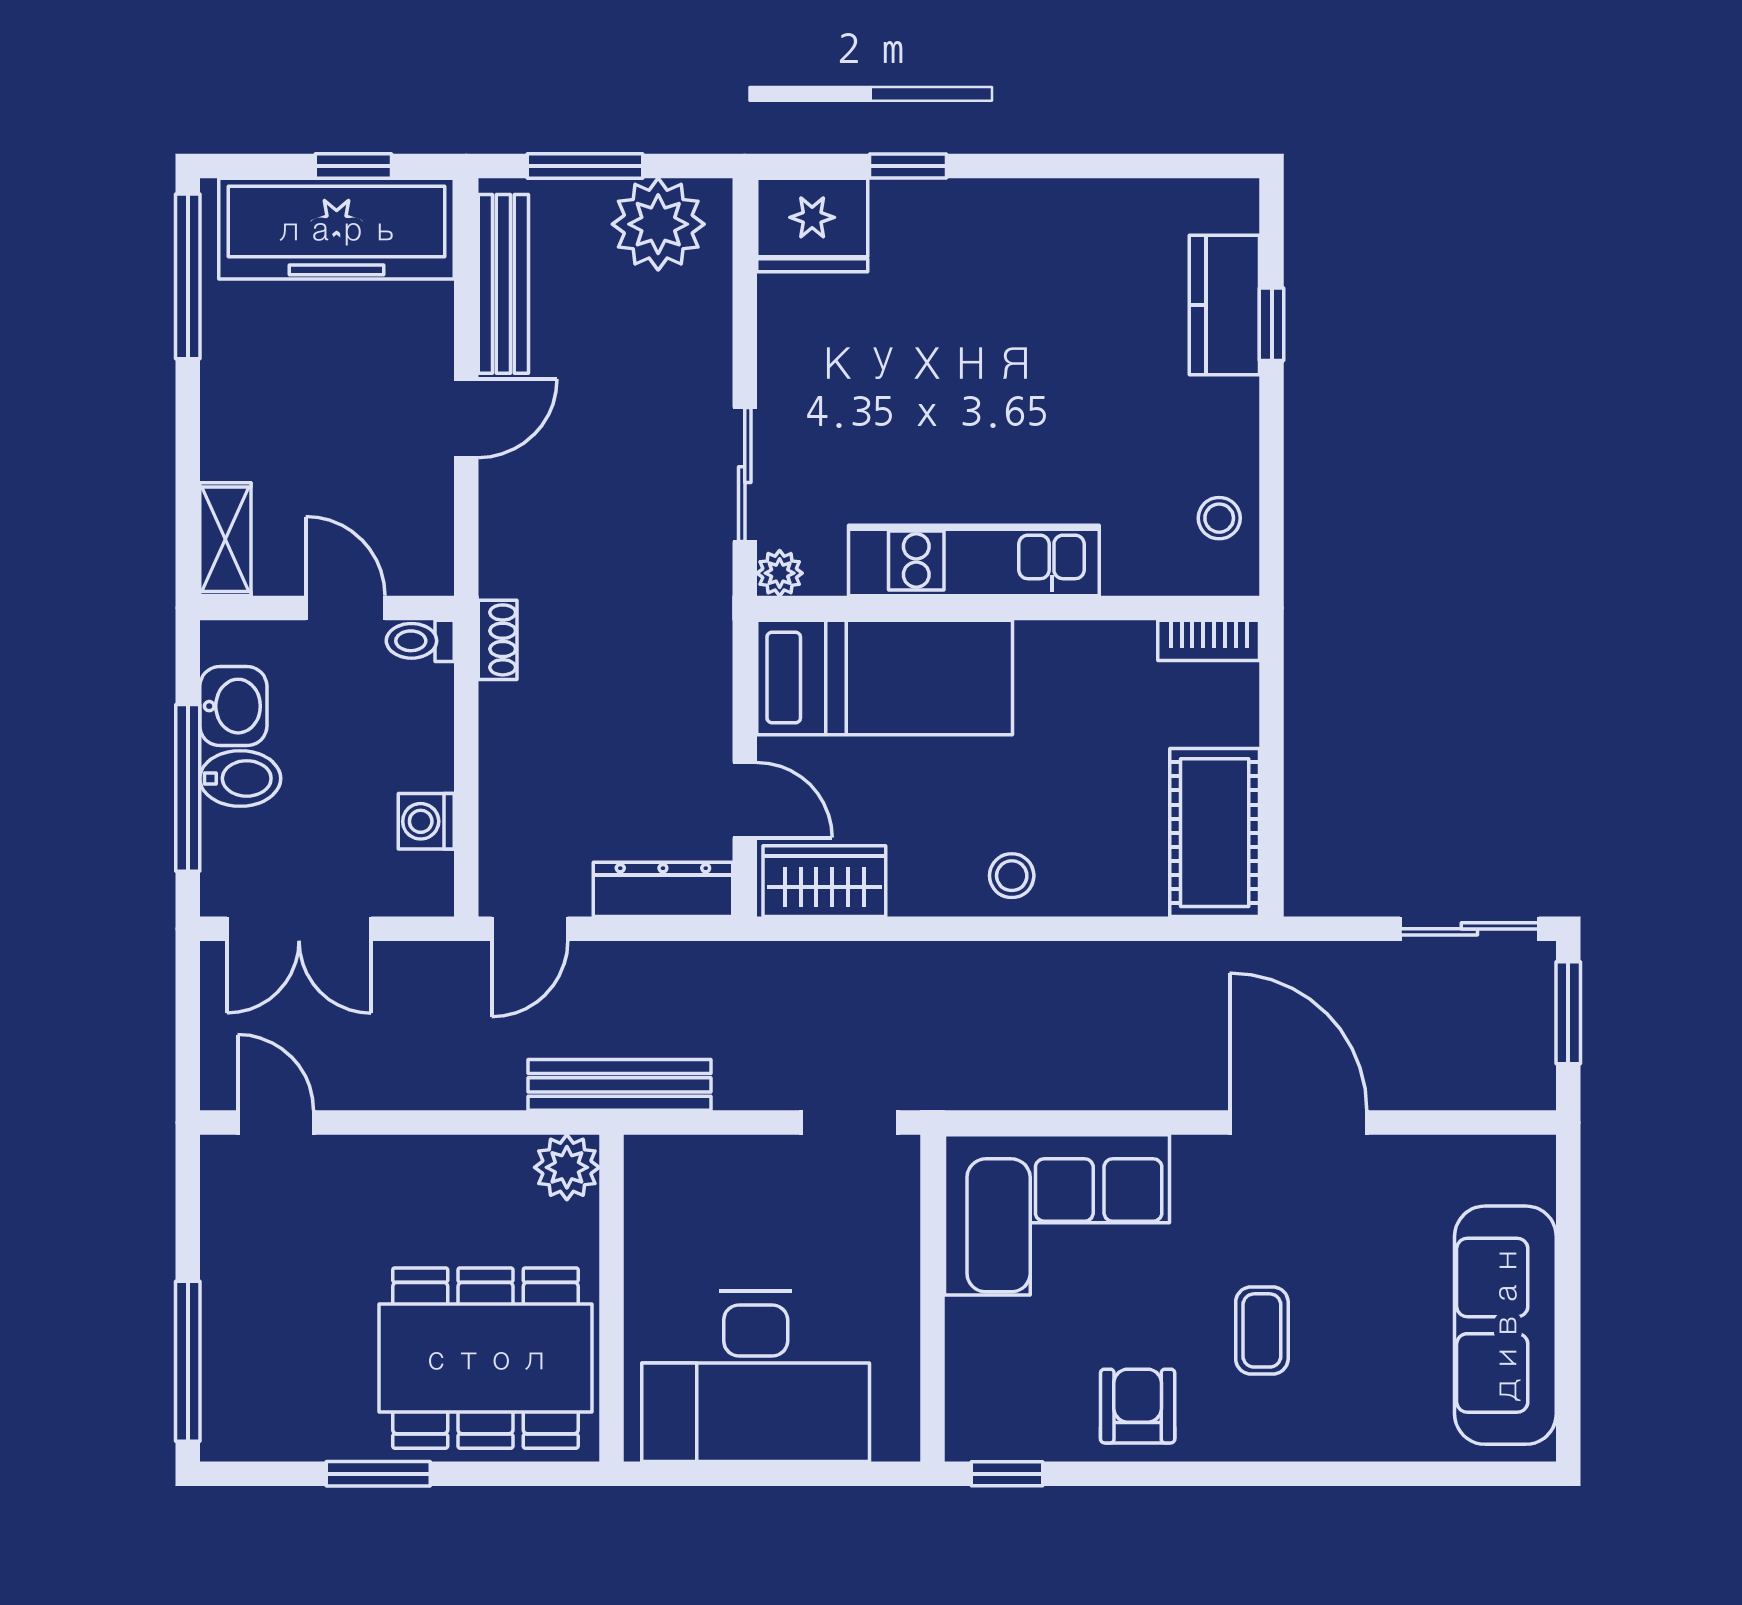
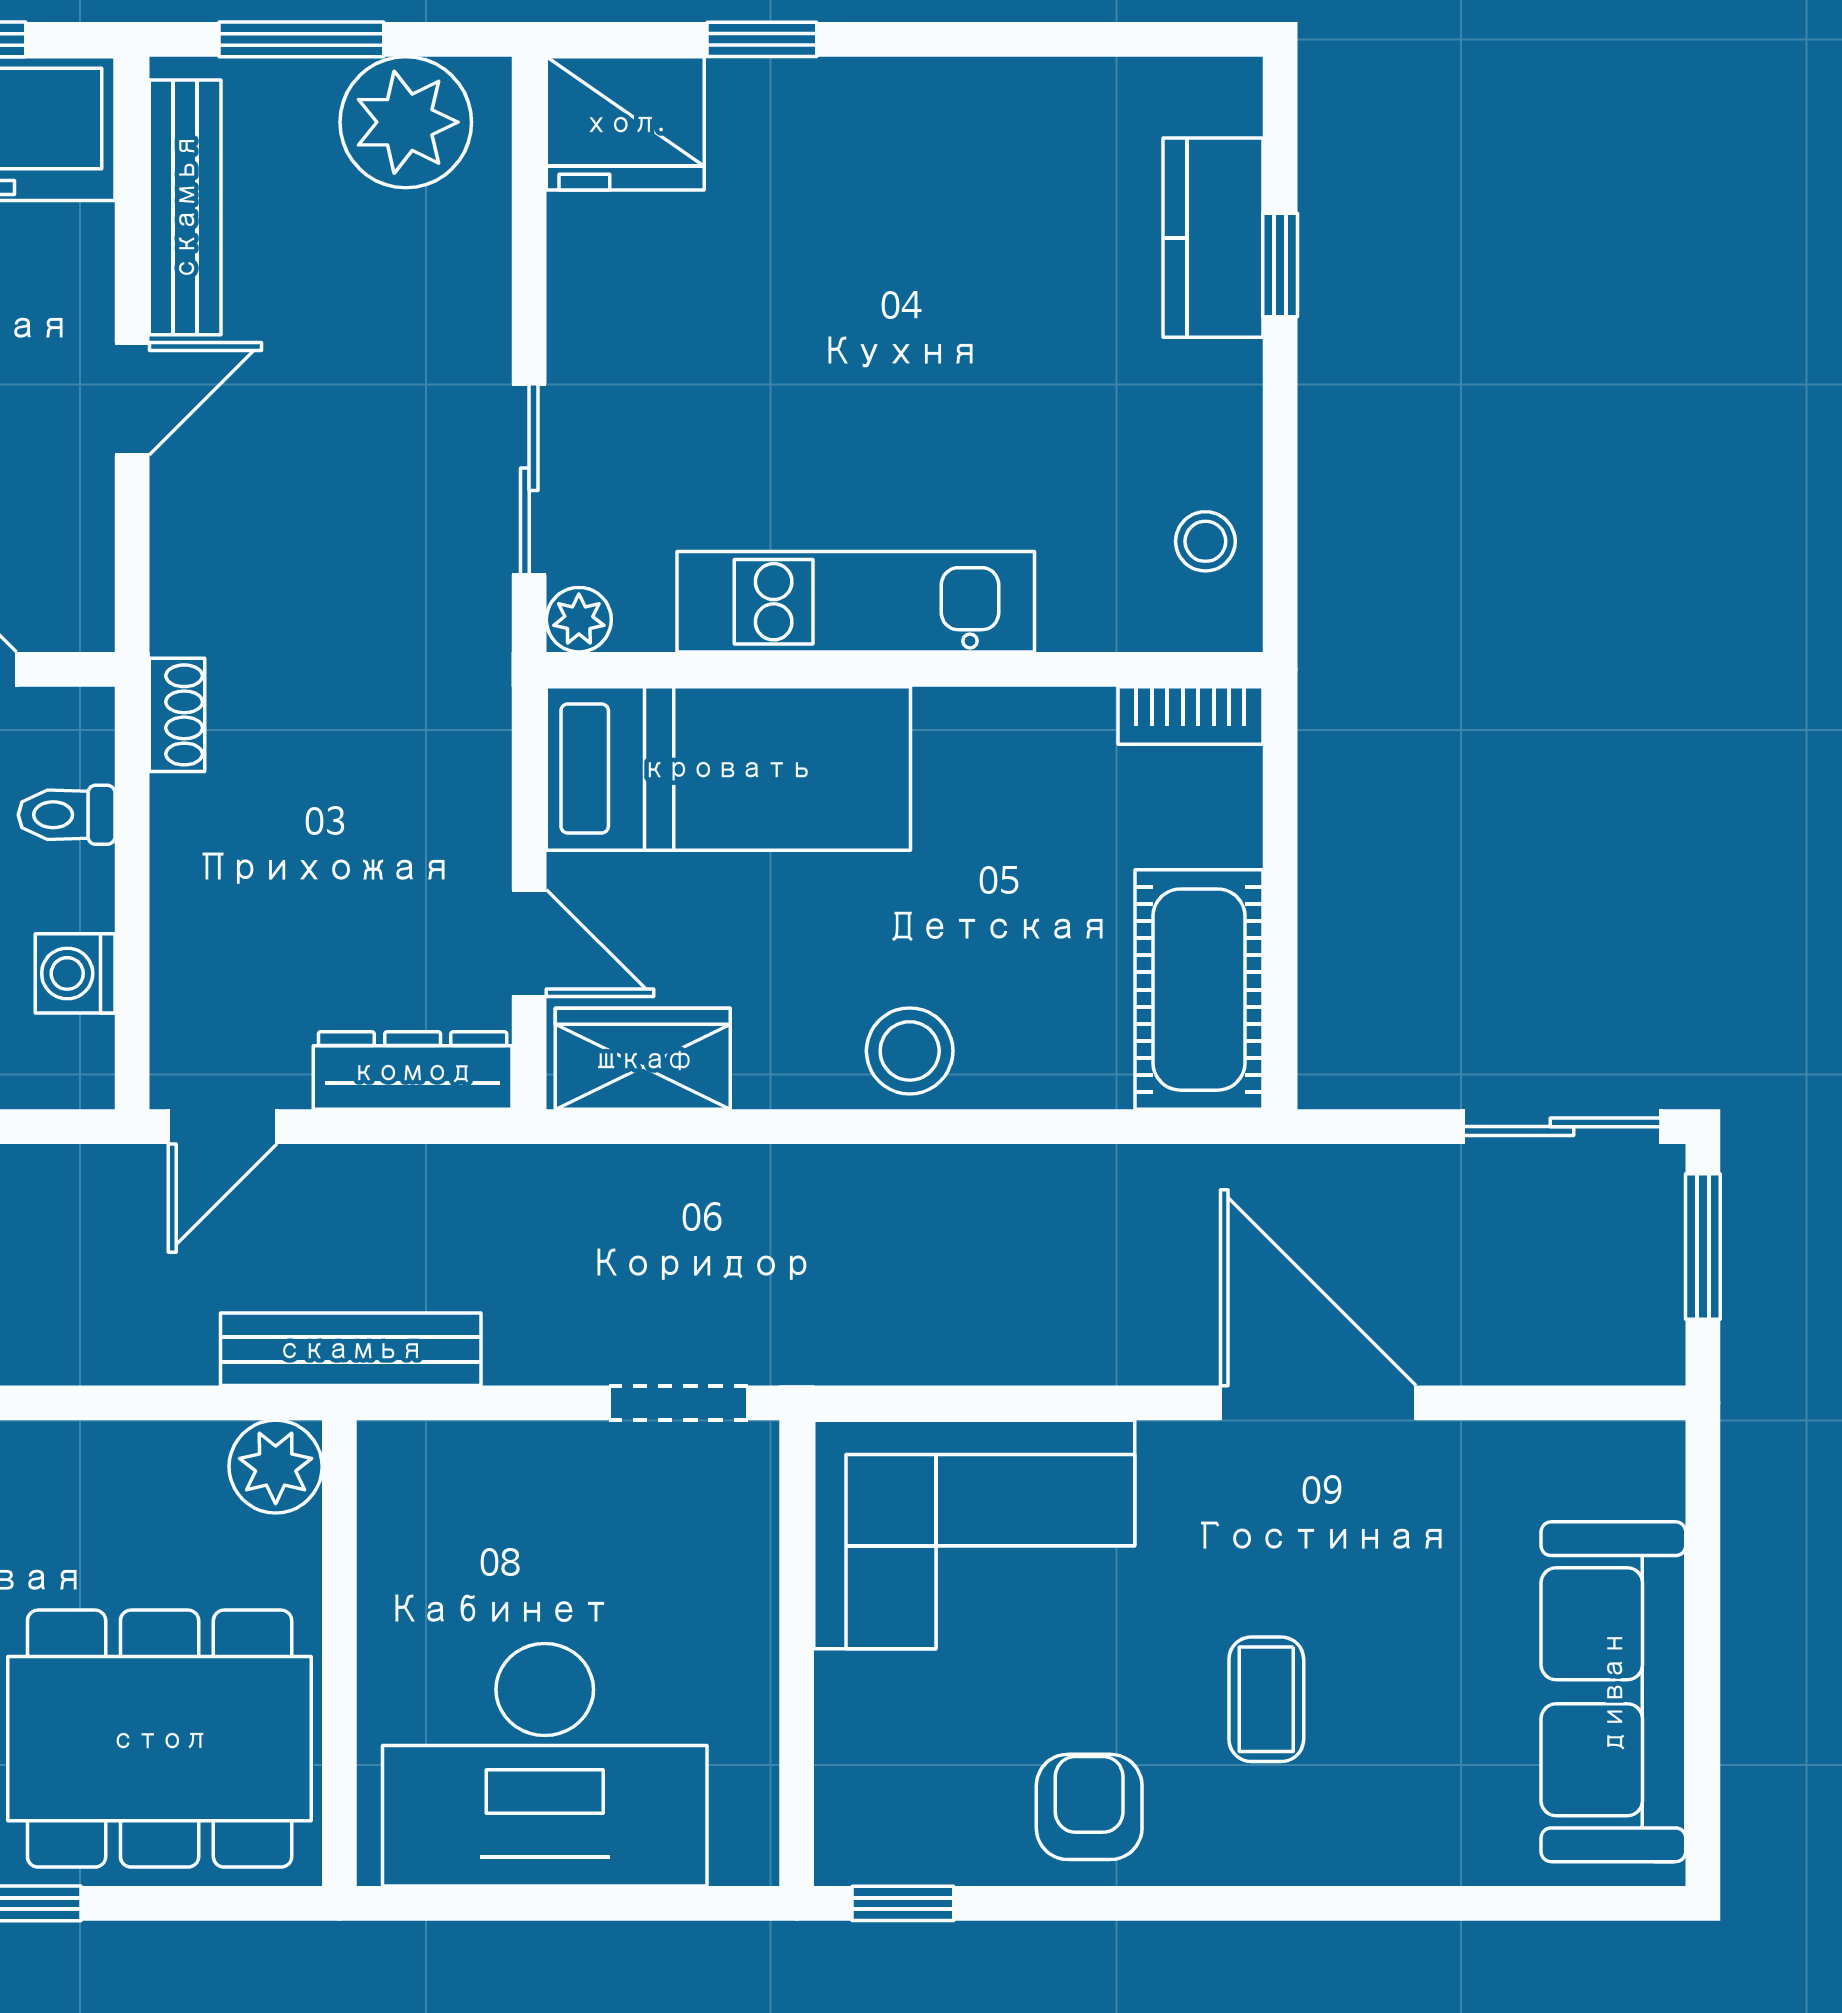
toilet: (420, 641) -> (67, 815), moved
stool: (1012, 876) -> (910, 1051), width x1.37, depth x1.37

